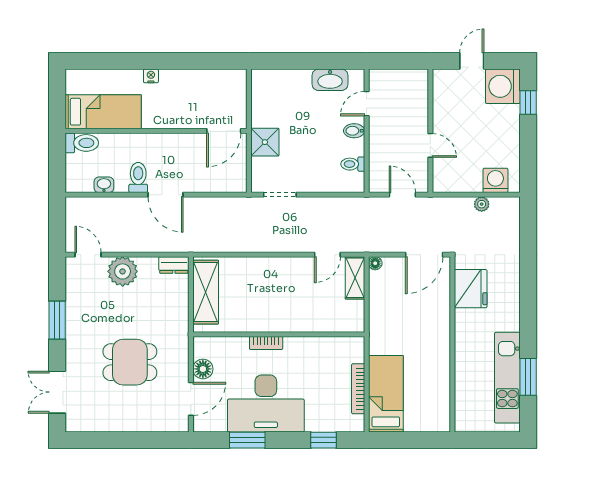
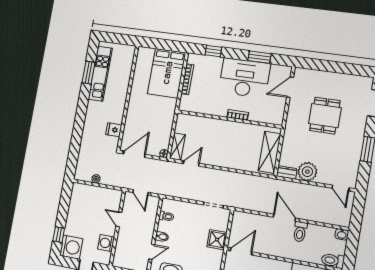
washing machine: (495, 180) -> (106, 243), moved, turned 90
washbasin: (104, 185) -> (342, 234), moved
plant: (123, 271) -> (307, 172), moved
fridge: (471, 289) -> (114, 130), width x0.53, depth x0.75
dining table: (130, 362) -> (325, 116), turned 90
floor lamp: (203, 369) -> (279, 105), removed
bed: (386, 394) -> (167, 73), width x1.50

